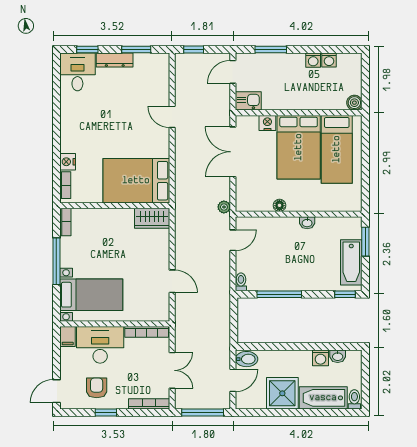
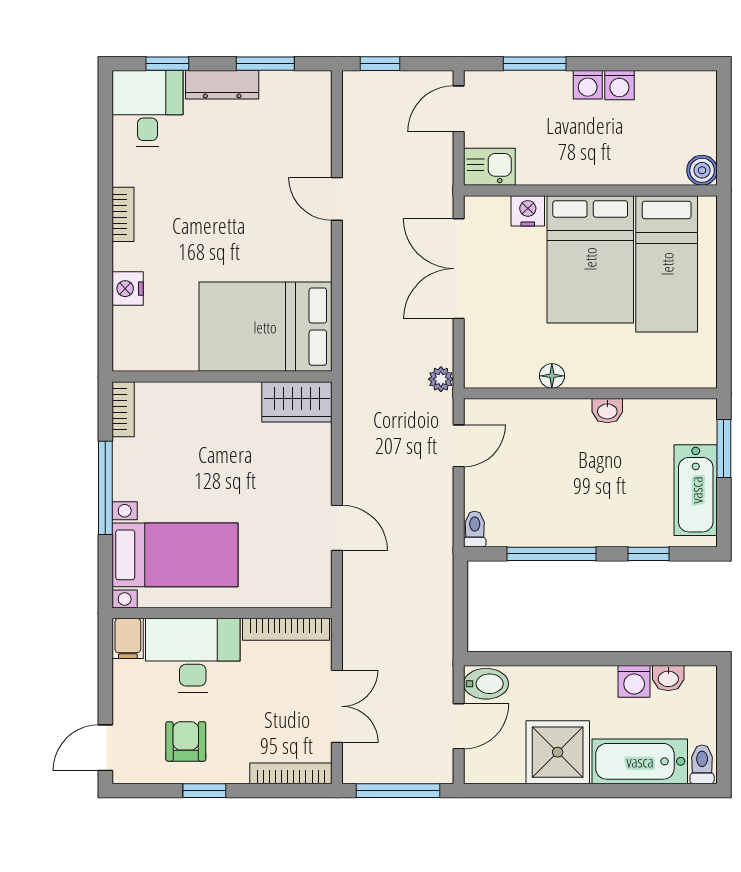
washing machine: (329, 60) -> (588, 85), moved
bookcase: (65, 185) -> (123, 214), moved
window: (345, 294) -> (649, 554), moved

